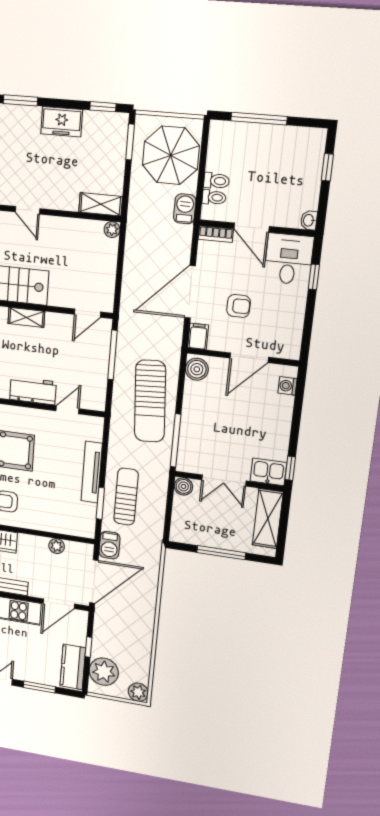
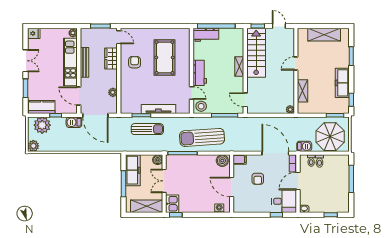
freezer: (62, 122) -> (342, 83), width x1.40
shelving: (101, 204) -> (303, 91), moved
door: (190, 292) -> (275, 153), moved
stool: (93, 396) -> (201, 106), added
freezer: (198, 533) -> (133, 170), added
barbecue: (109, 545) -> (74, 122), moved

